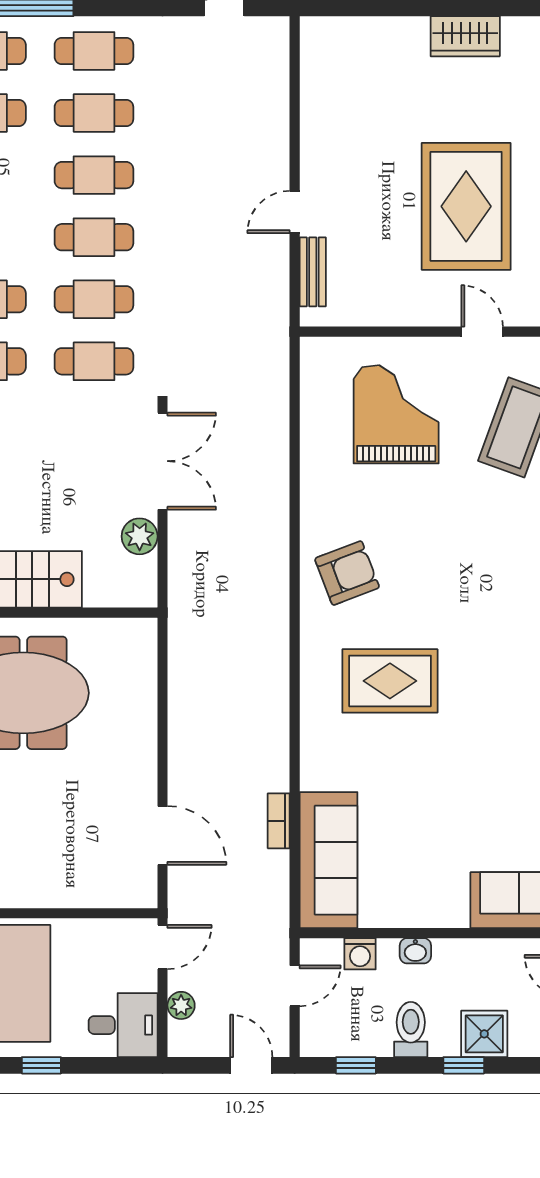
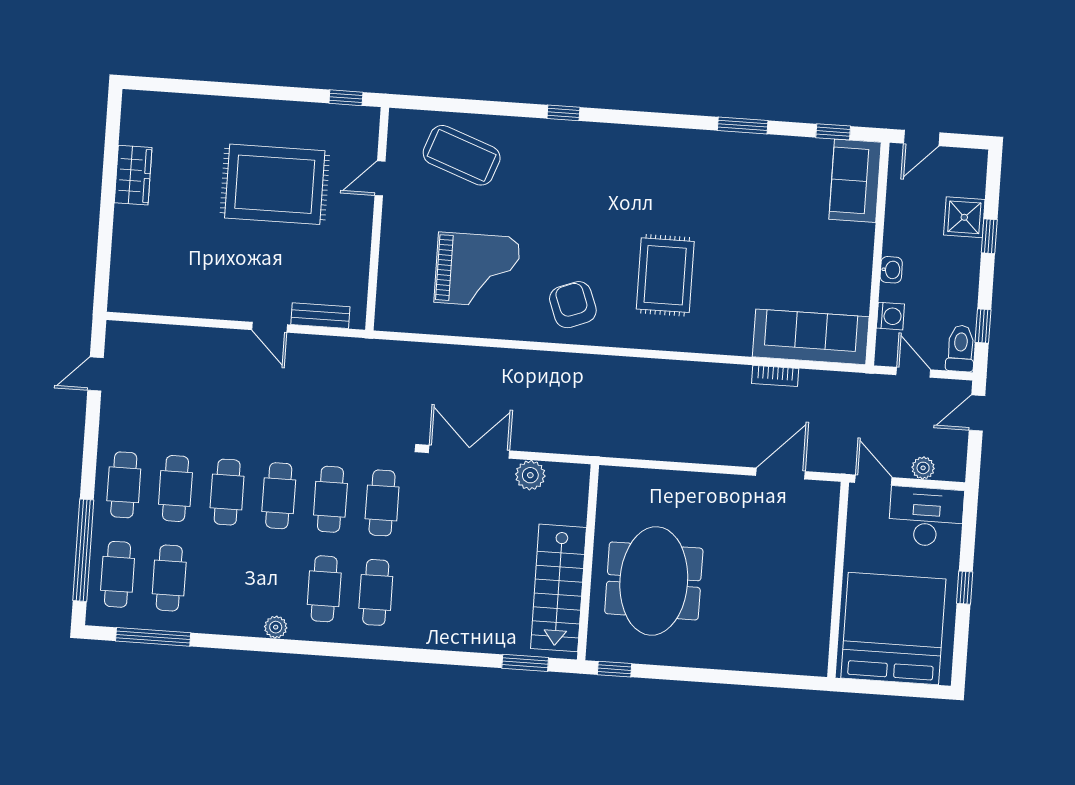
grand piano: (396, 414) -> (477, 270), moved, turned 180
desk: (123, 1025) -> (926, 517), width x1.37
toilet: (411, 1029) -> (961, 348), moved, turned 90

